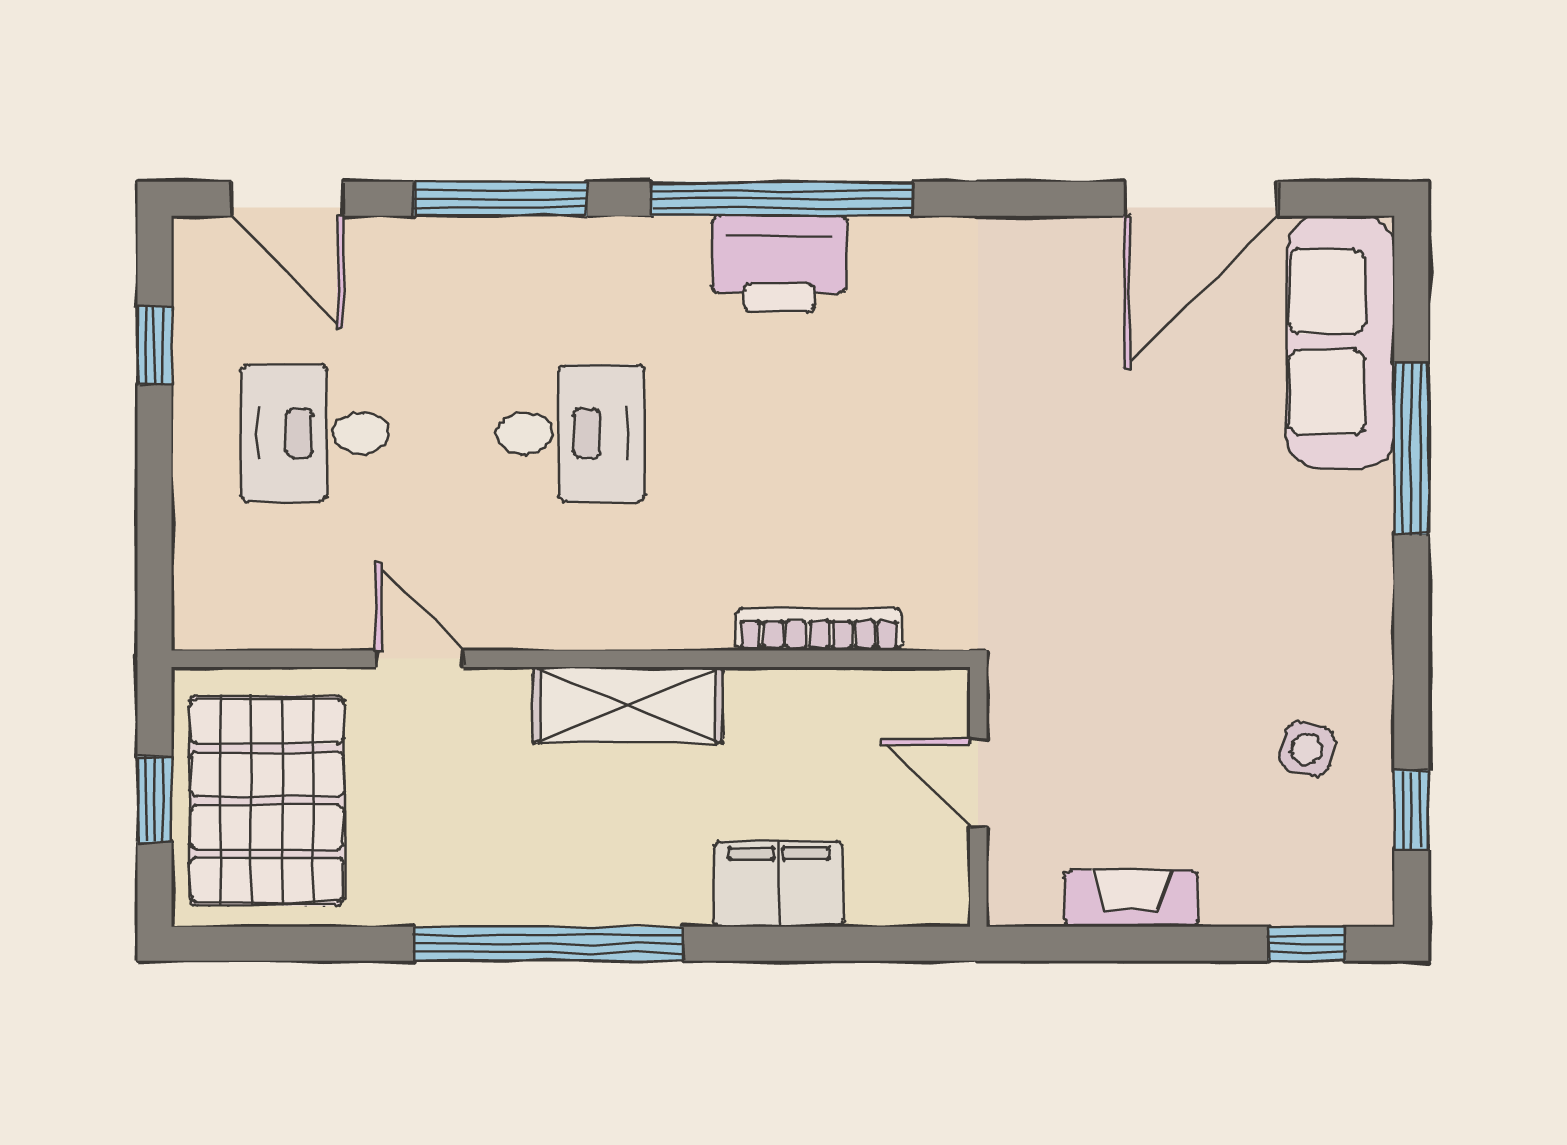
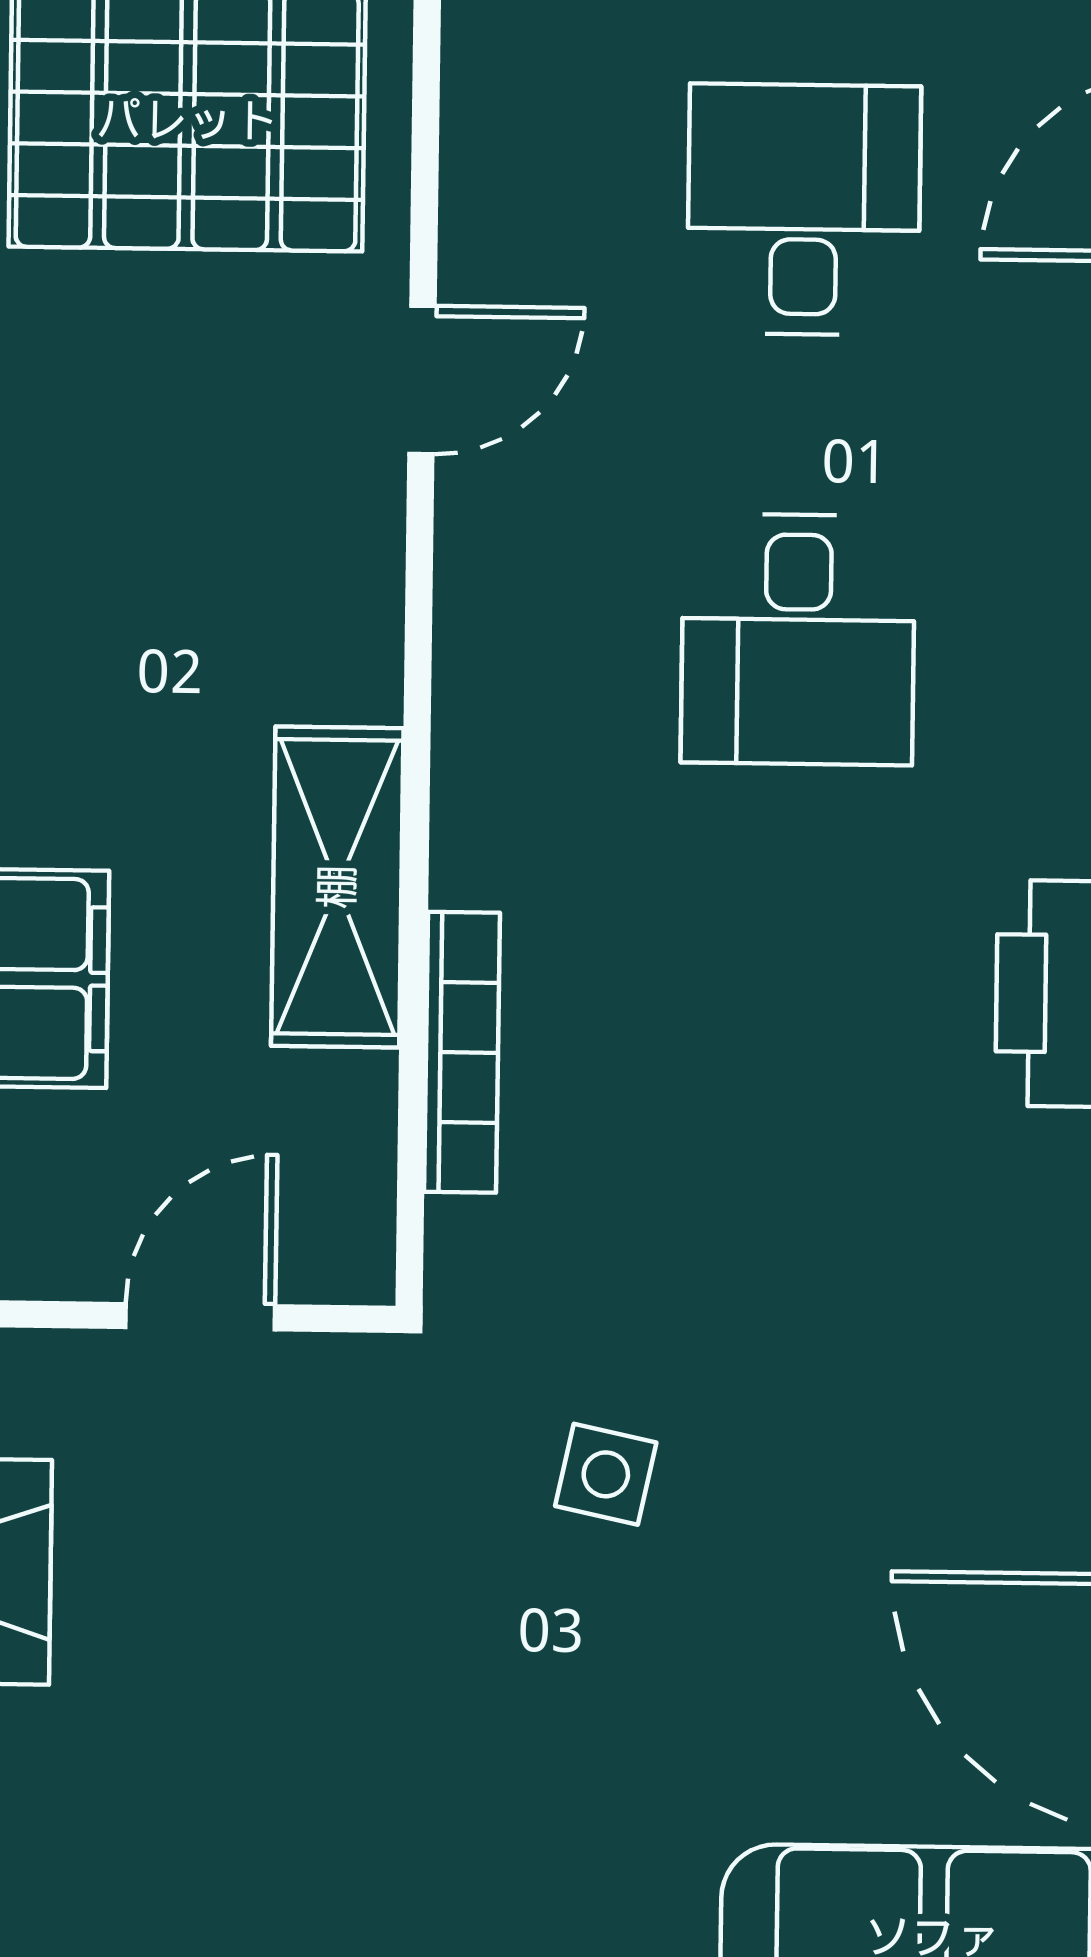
shelving: (628, 705) -> (337, 887), moved
side table: (1307, 749) -> (606, 1474), moved

